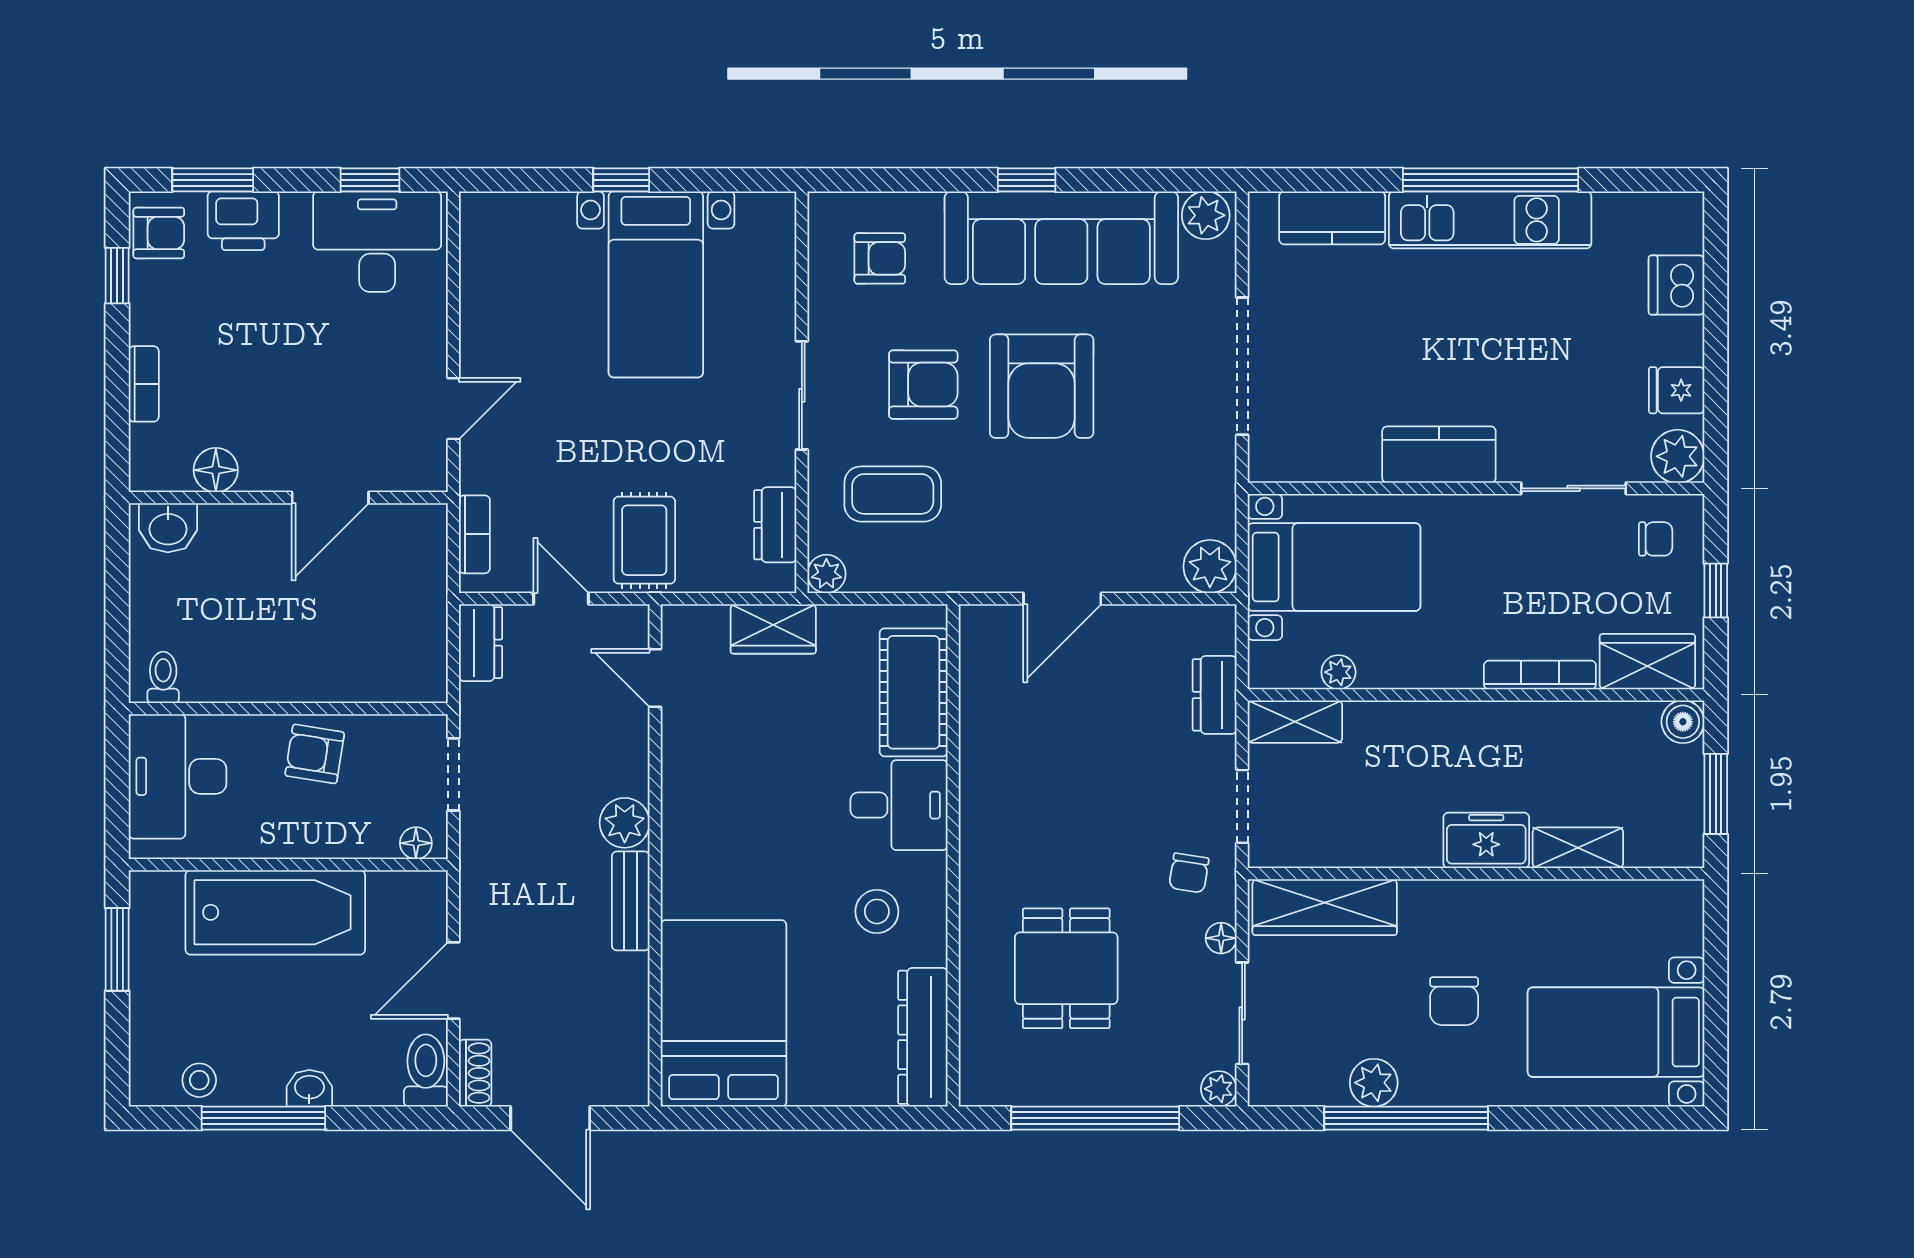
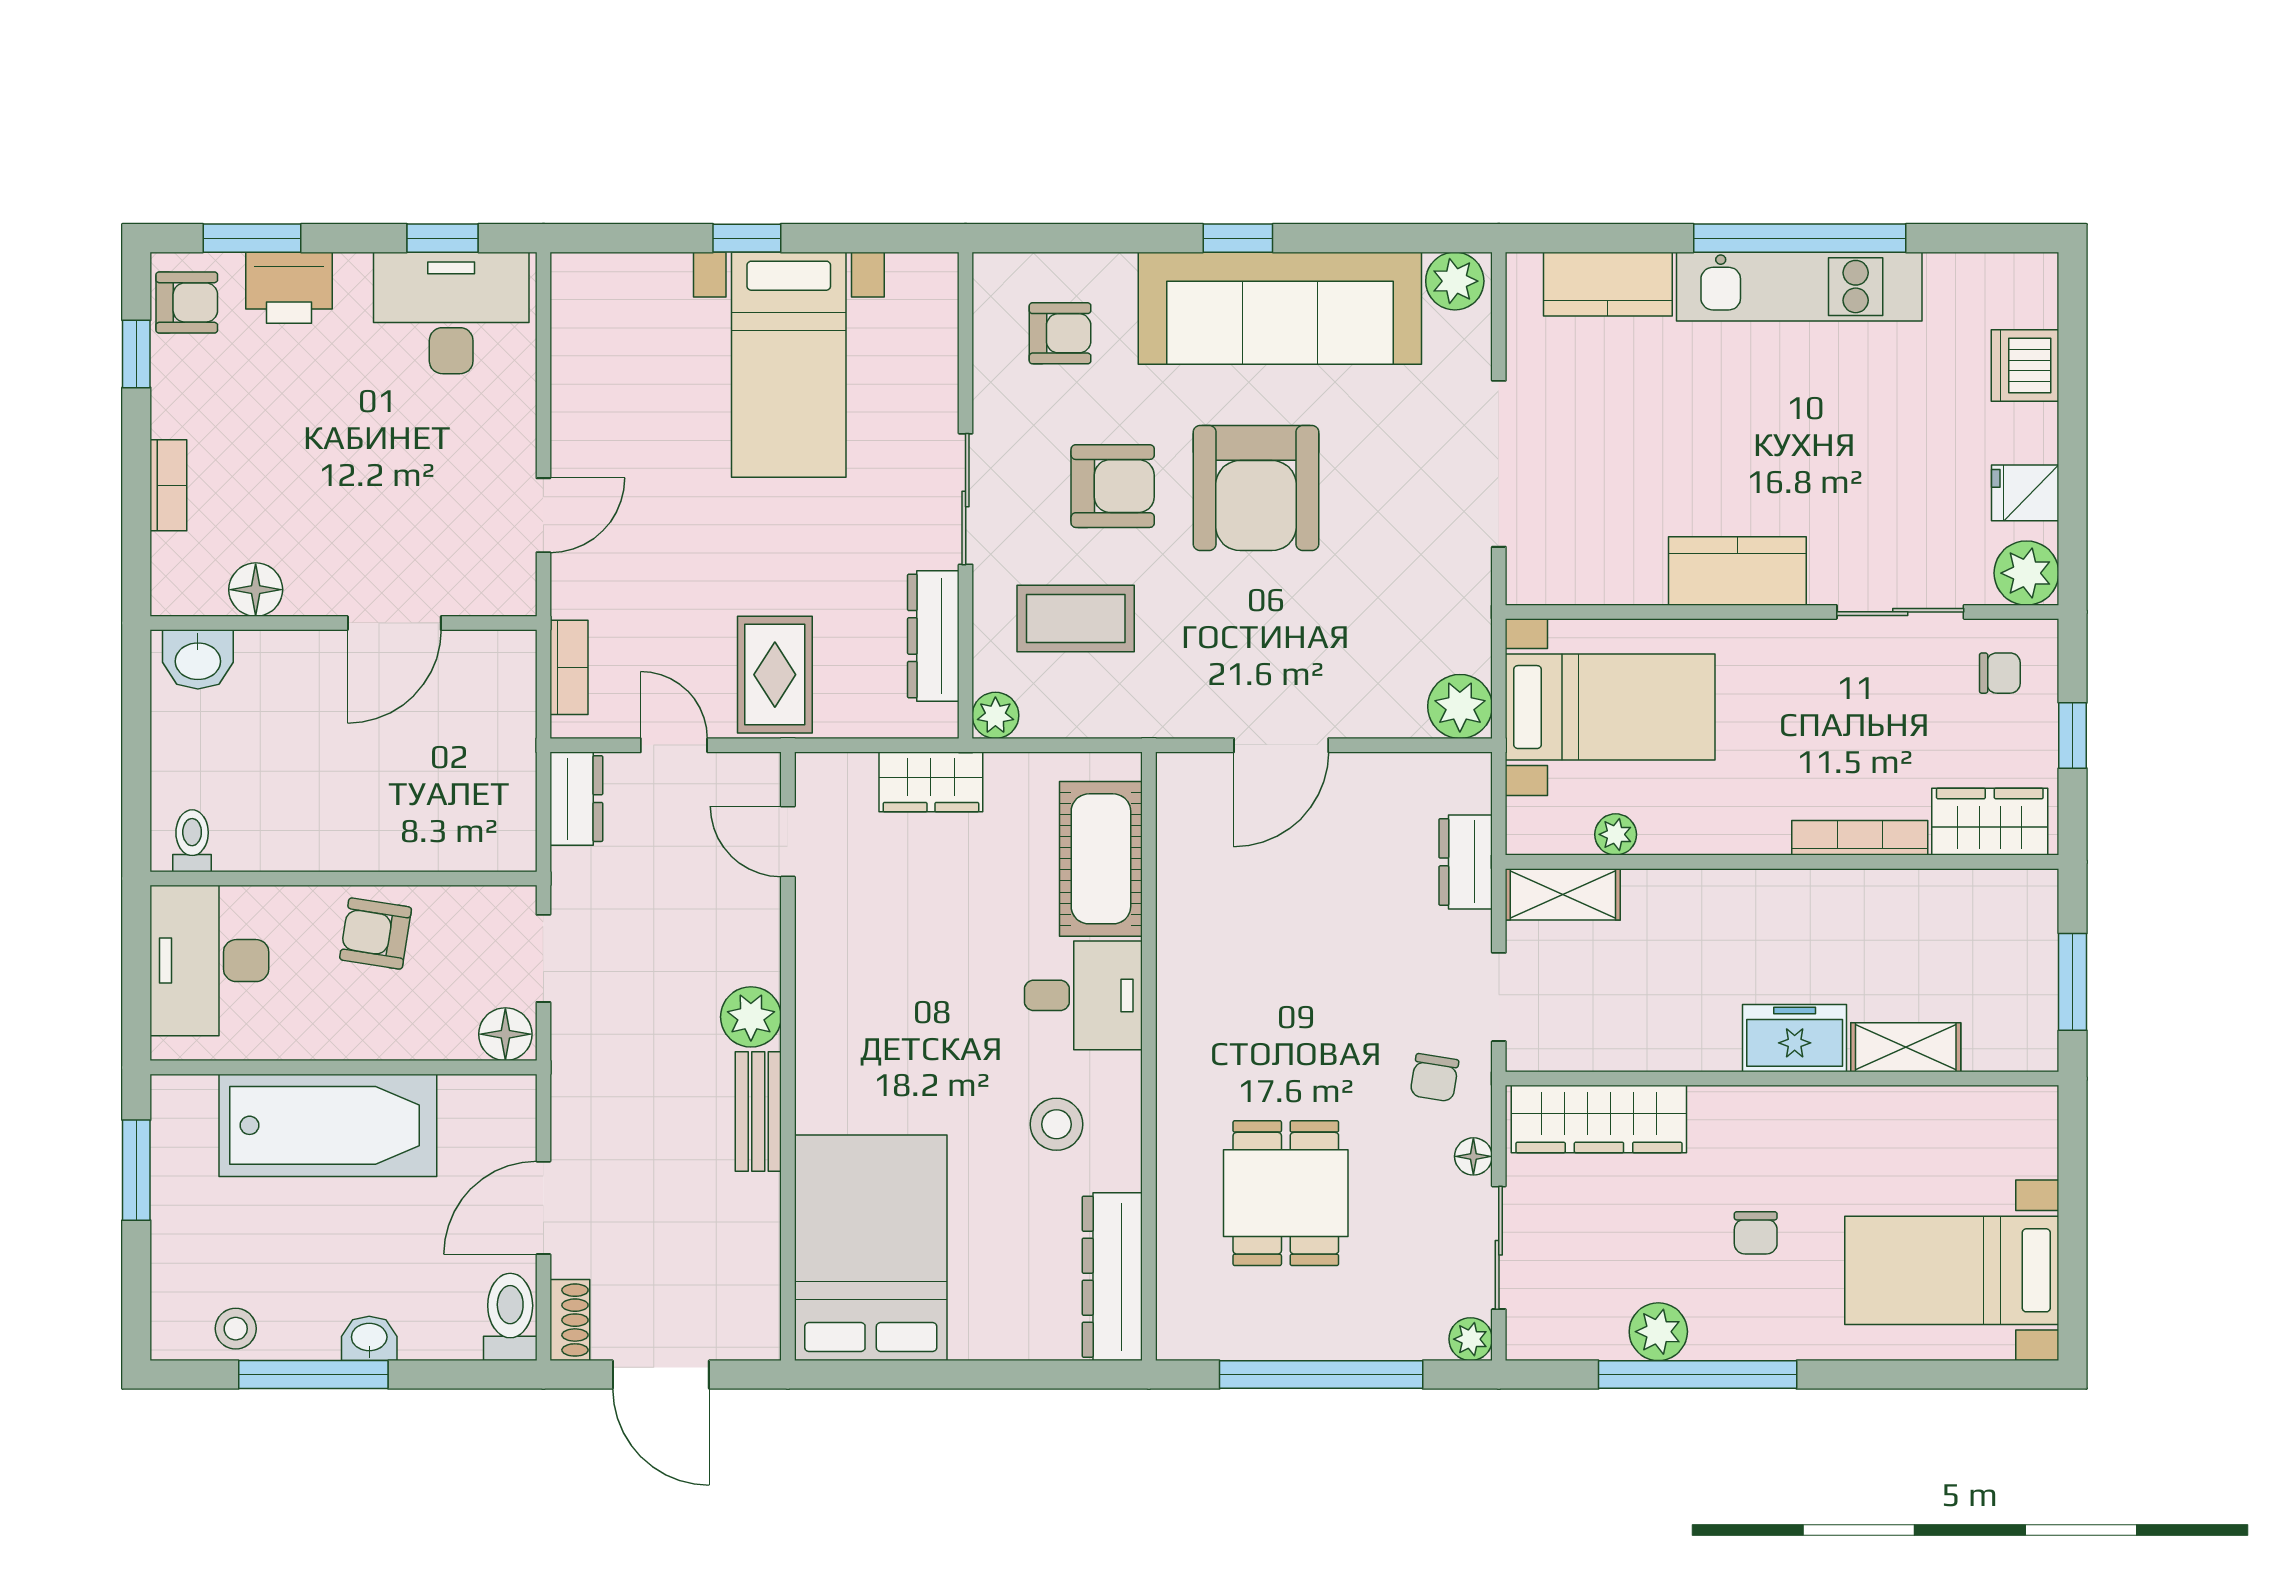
dresser: (775, 525) -> (933, 636), width x1.44
boiler: (1683, 722) -> (2033, 894), removed
floor lamp: (416, 843) -> (505, 1034), width x1.37, depth x1.37
chair: (1454, 1001) -> (1756, 1233), width x0.73, depth x0.73

